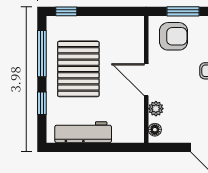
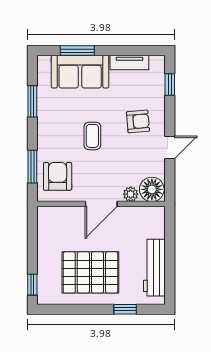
window: (42, 54) -> (75, 309), removed
floor lamp: (155, 130) -> (152, 189), width x1.89, depth x1.89

